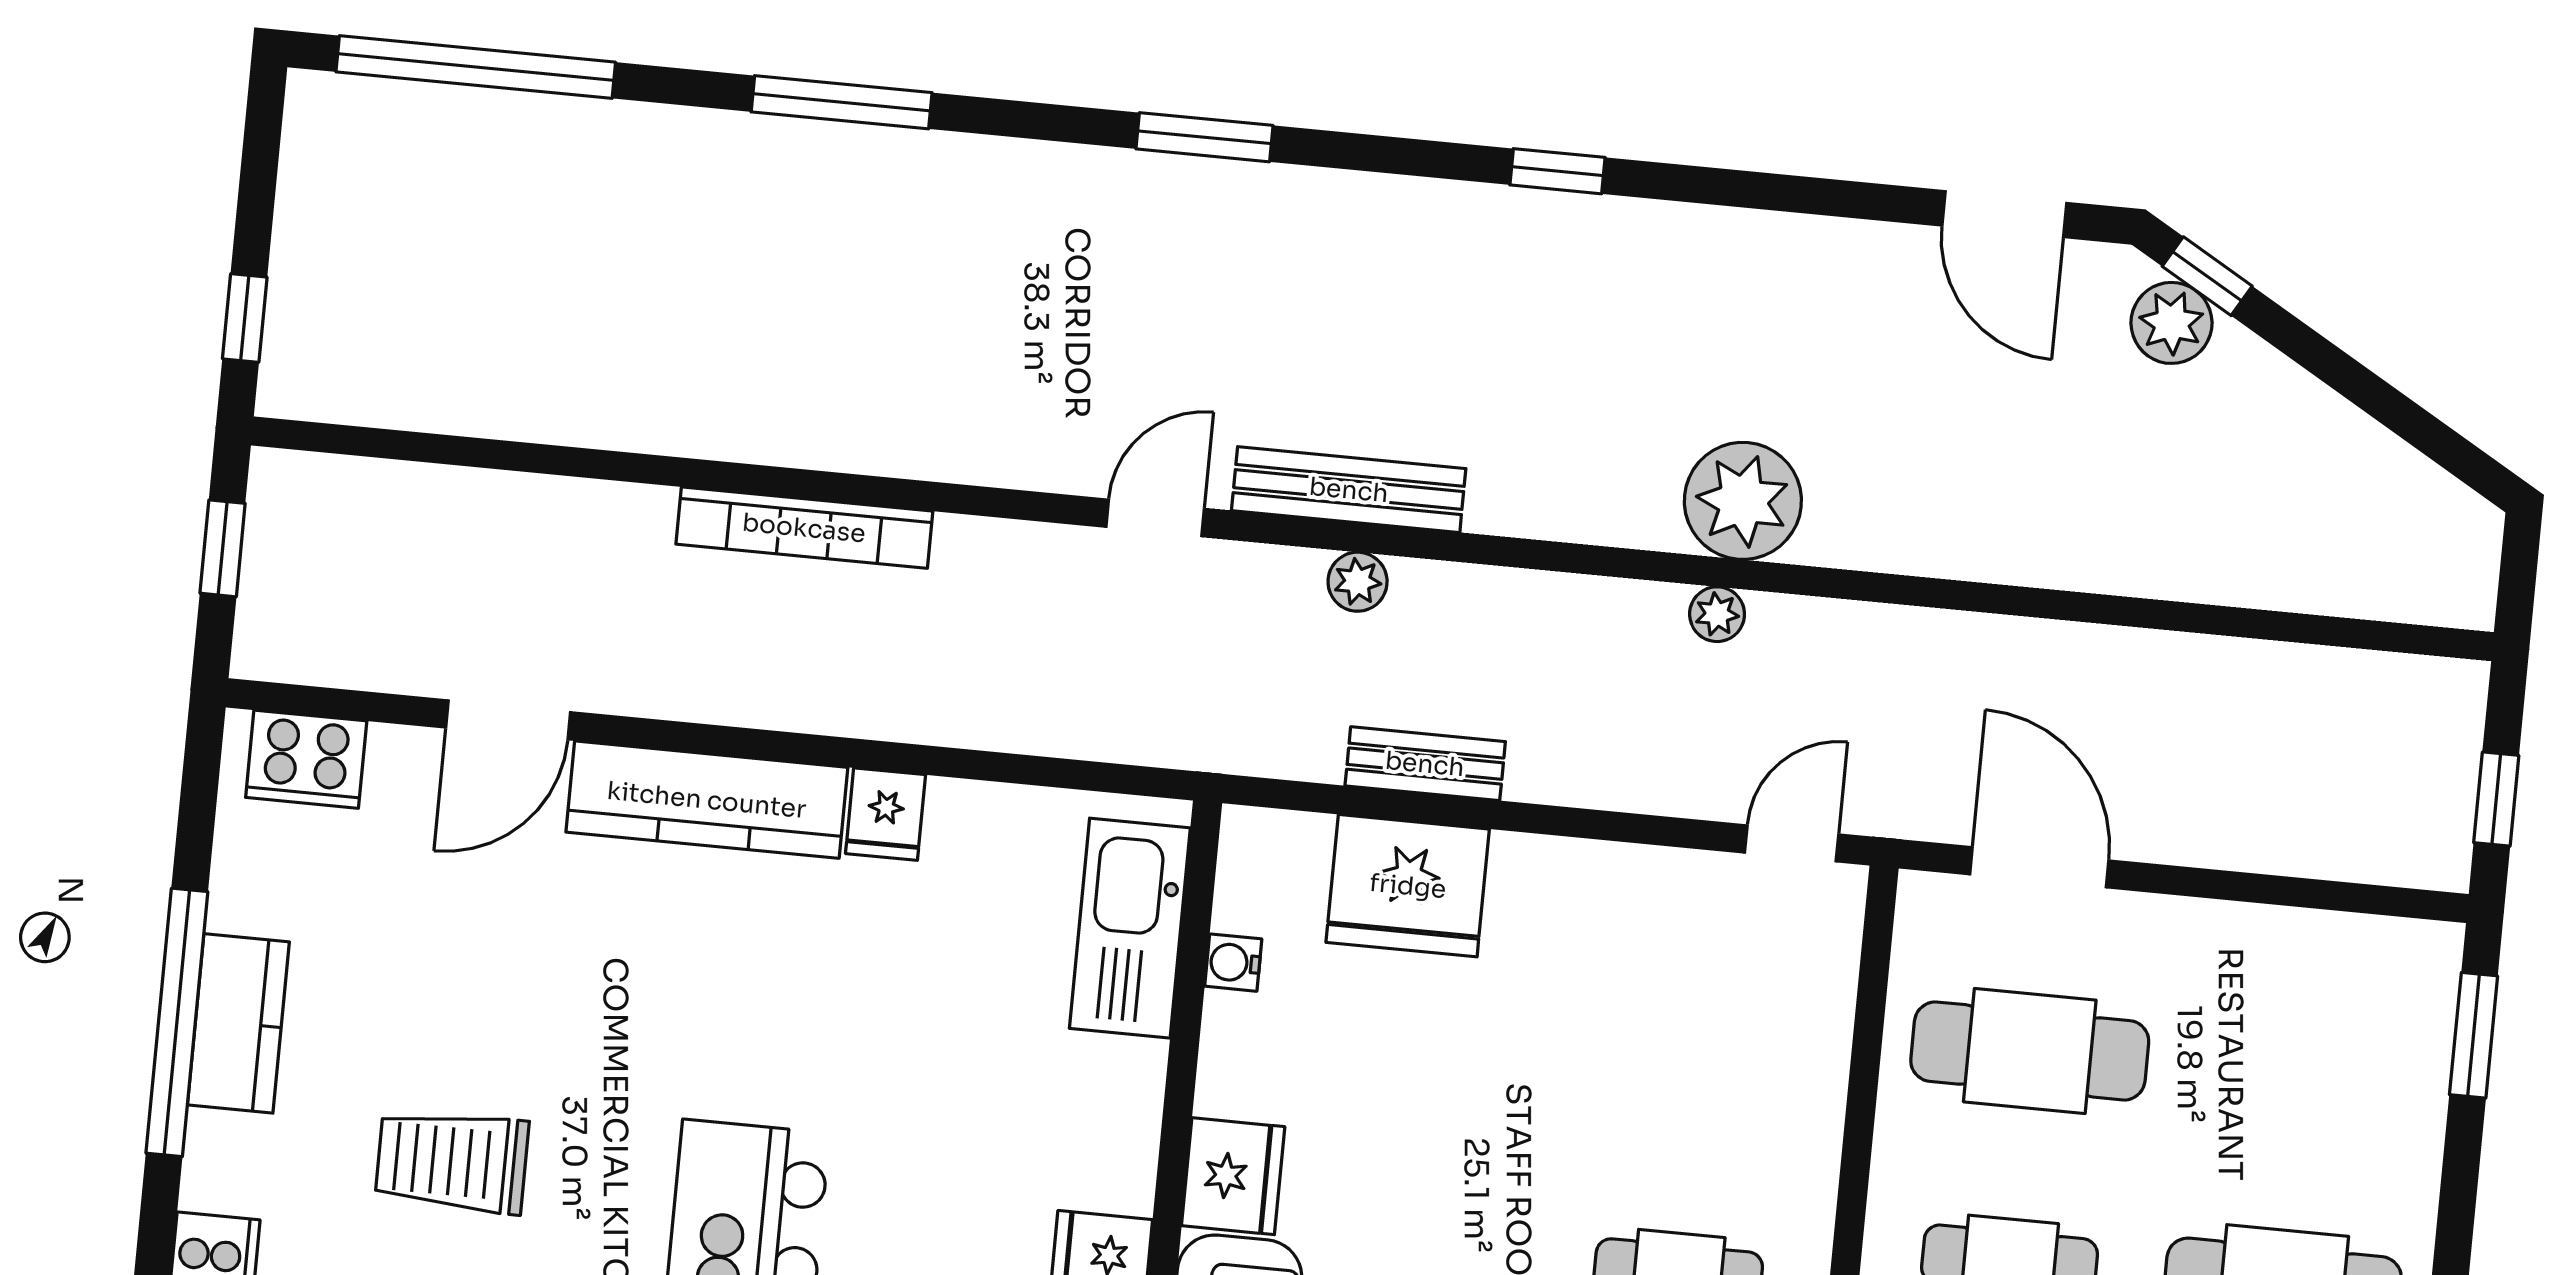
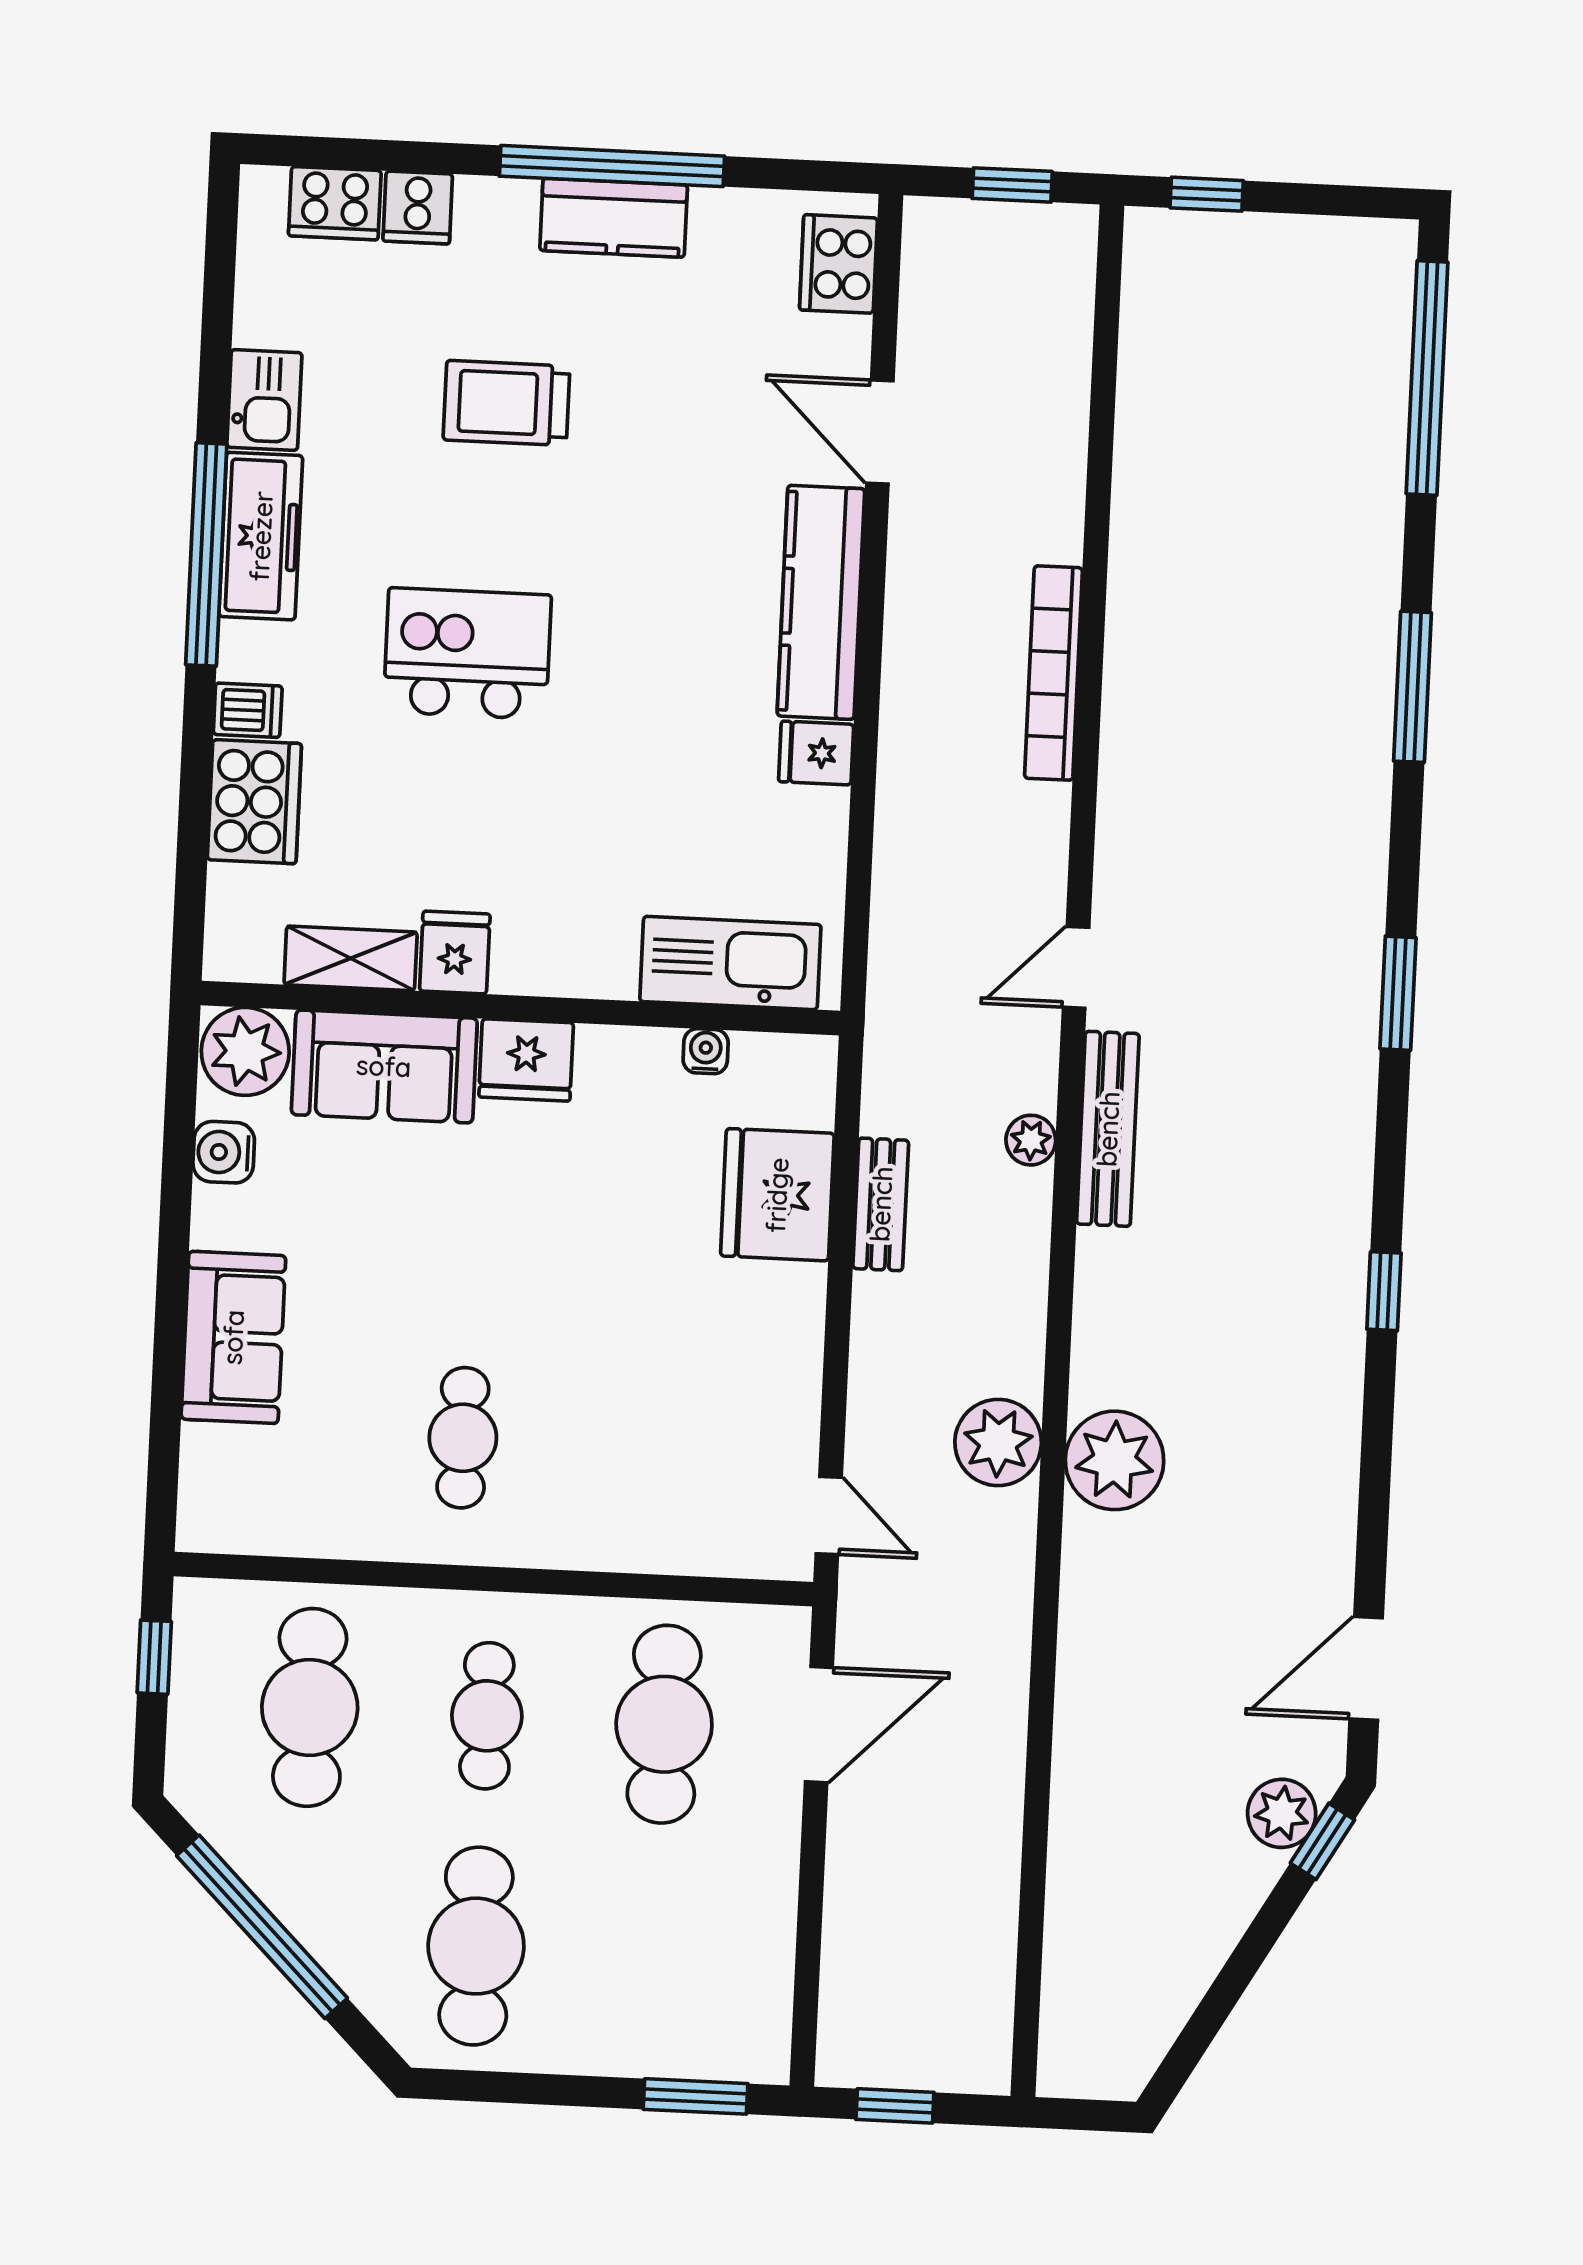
door: (1155, 518) -> (1076, 967), swing flipped
plant: (1717, 614) -> (998, 1442), width x1.88, depth x1.88
trolley: (452, 1161) -> (506, 403), turned -90

